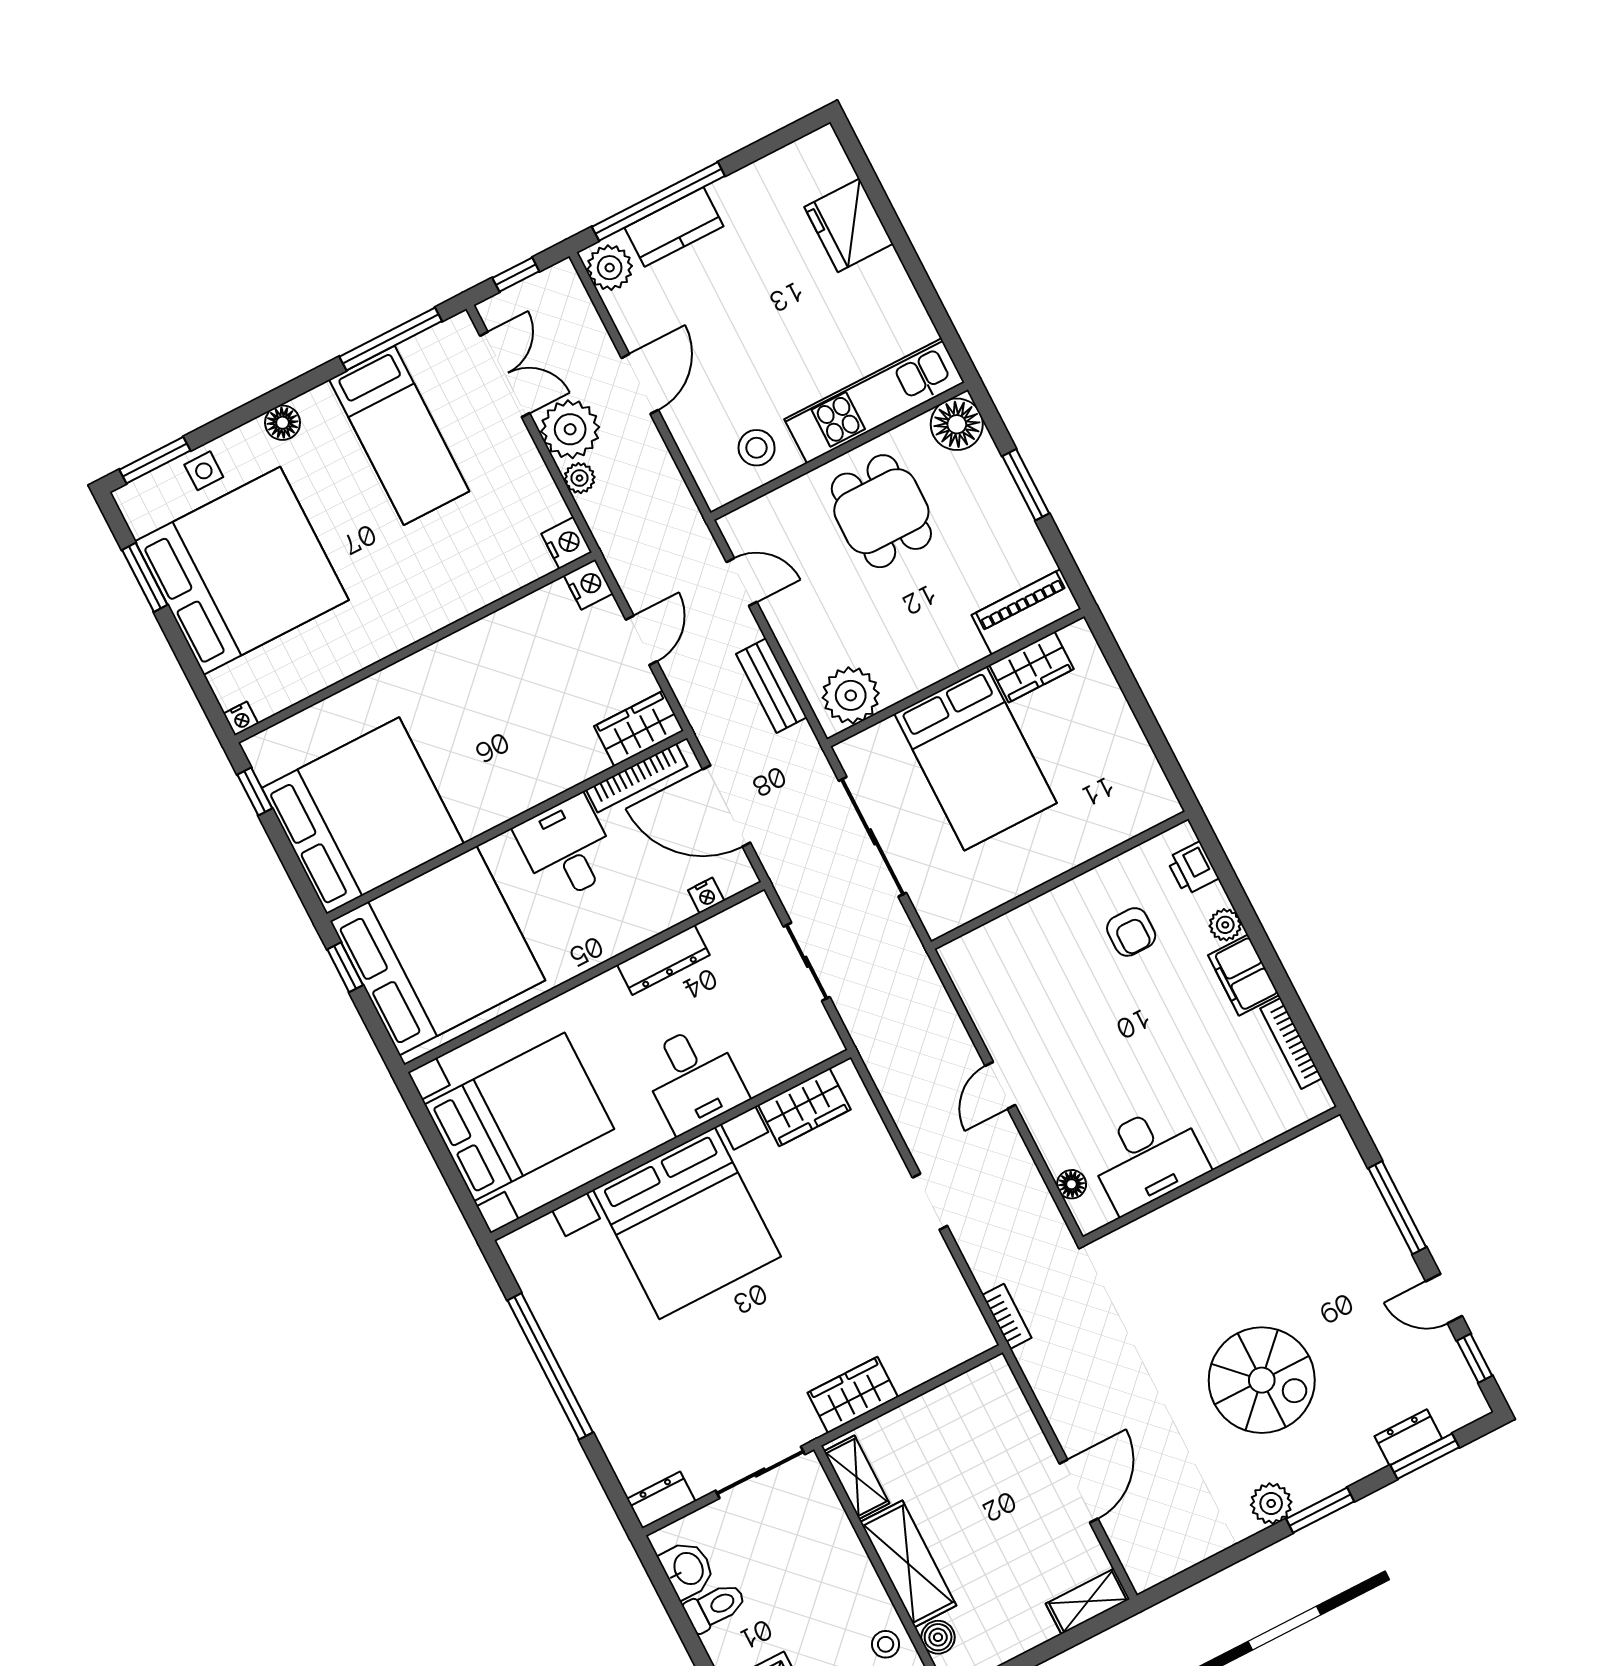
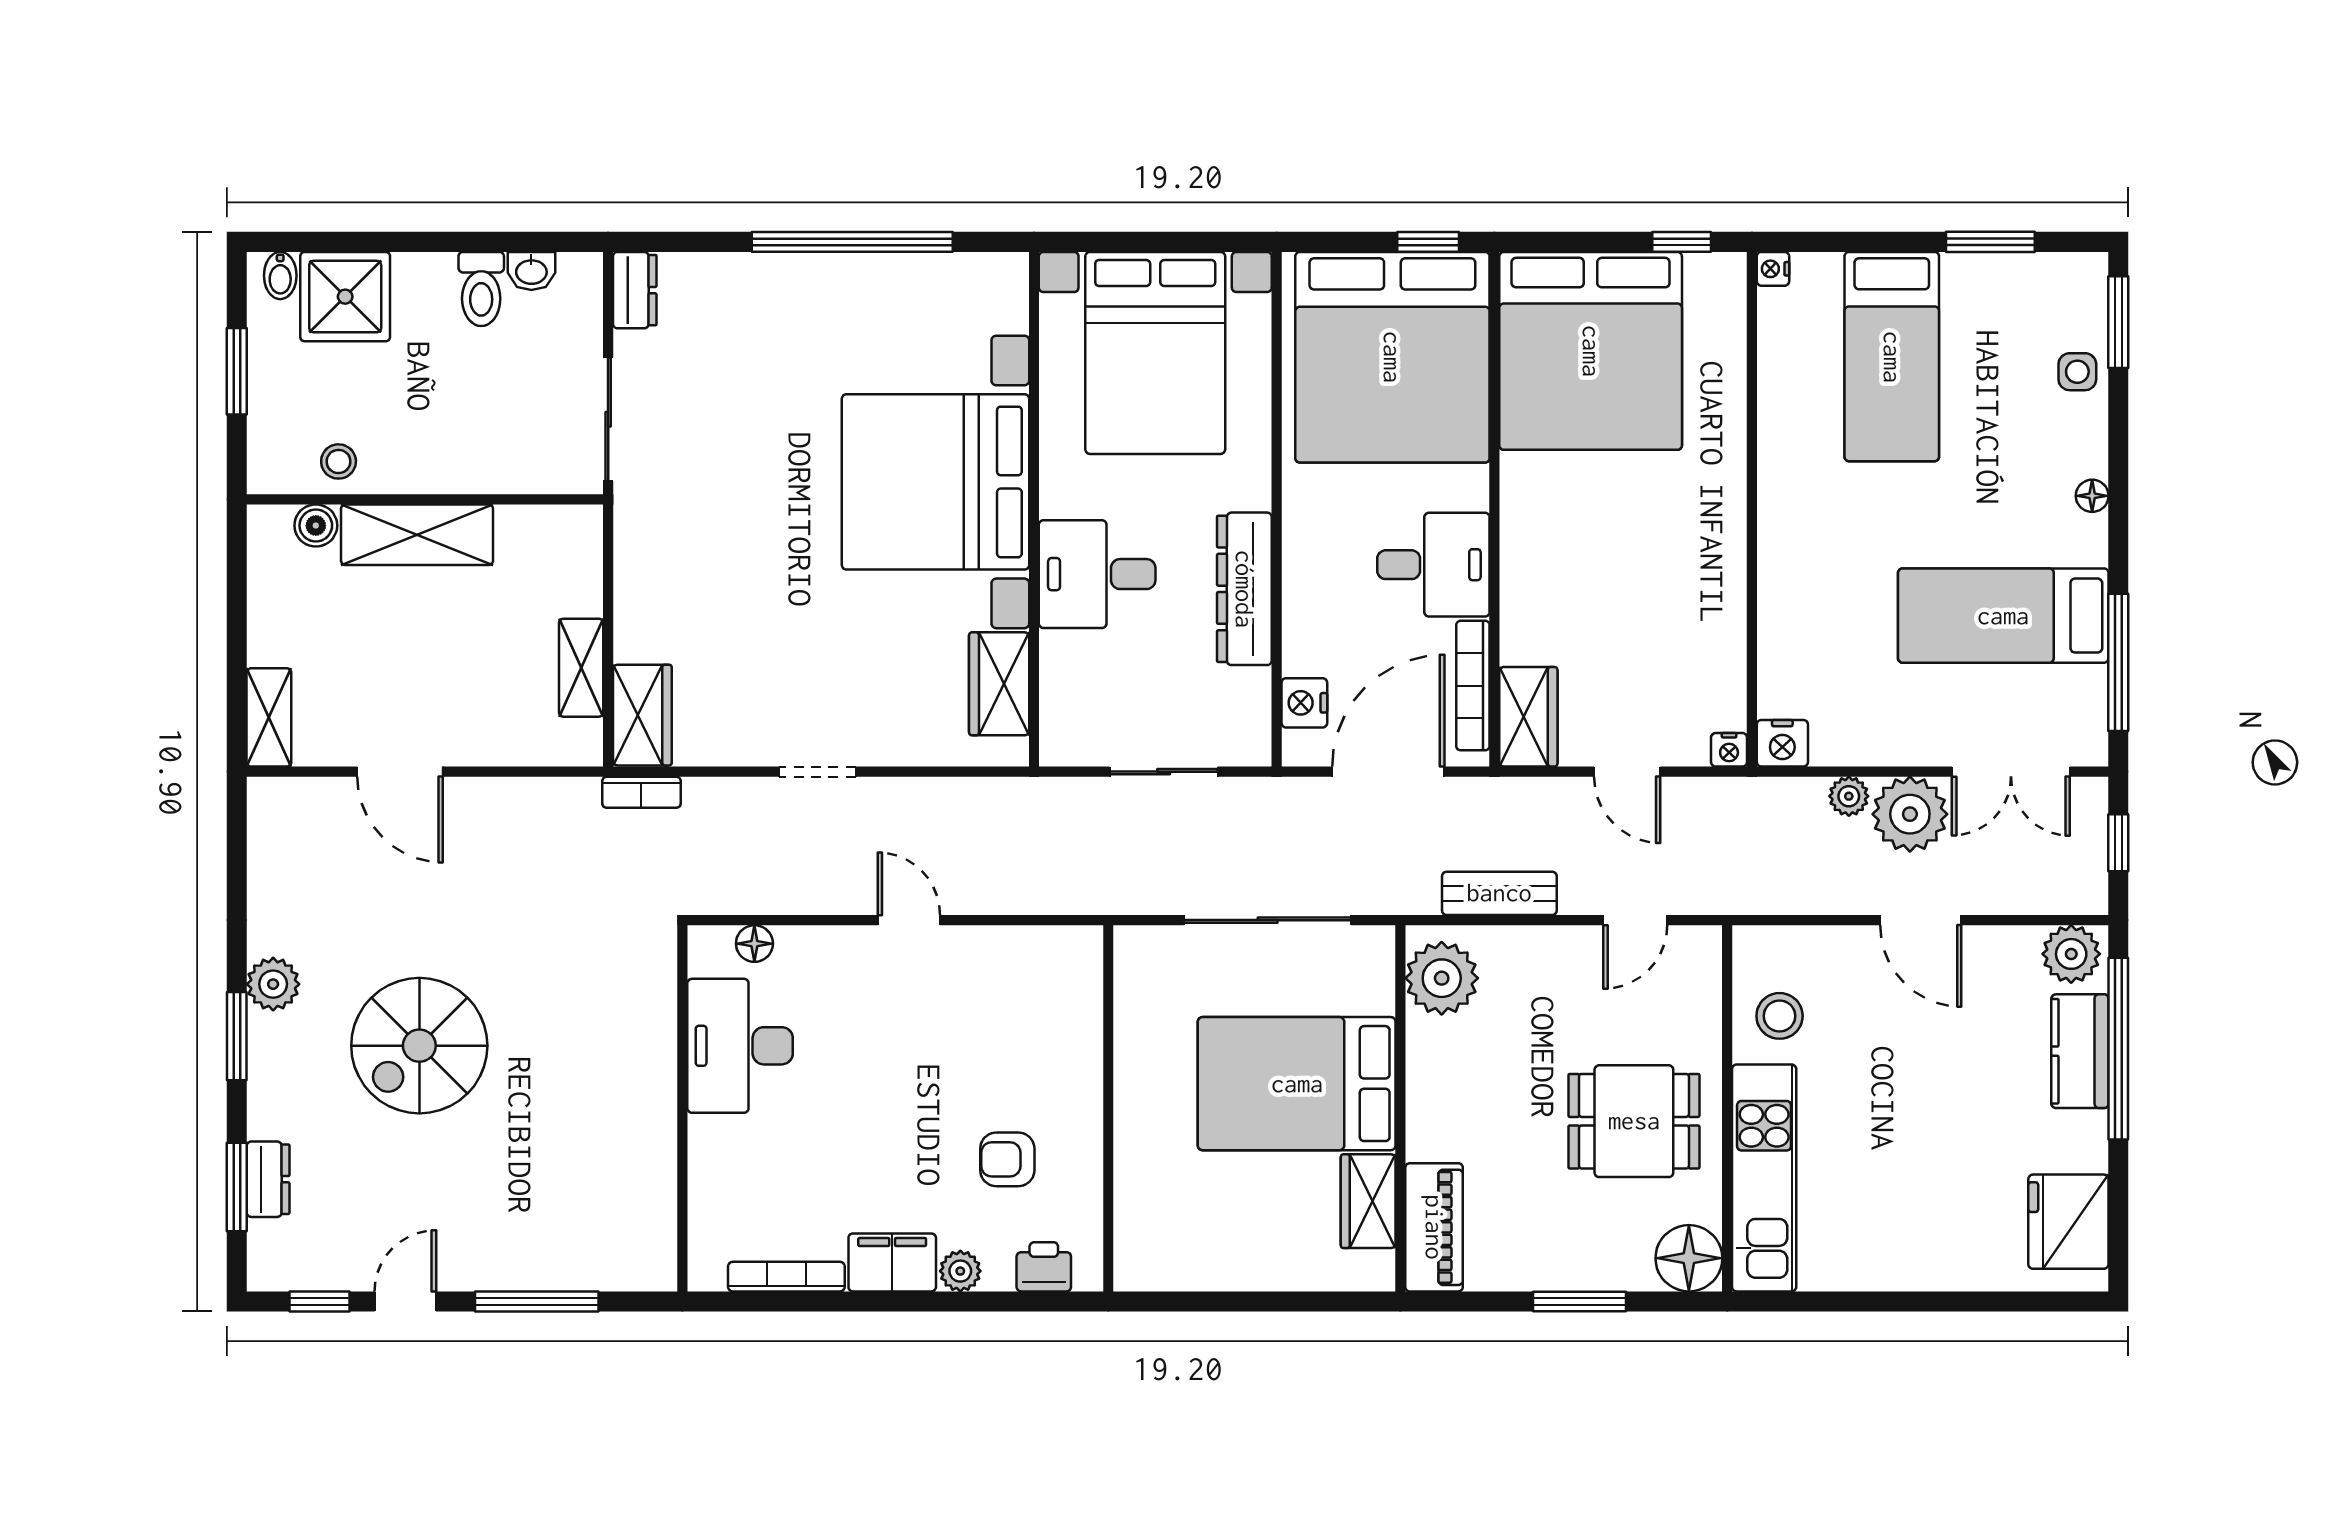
fridge: (849, 225) -> (2068, 1222), moved, turned -90
floor lamp: (283, 423) -> (2092, 496), width x0.73, depth x0.73
bed: (242, 571) -> (1892, 357), width x0.49
nightstand: (588, 585) -> (1729, 750), width x0.72, depth x0.74
nightstand: (706, 895) -> (1304, 703), width x1.39, depth x1.35
dresser: (663, 960) -> (1244, 589), width x1.37, depth x1.24
wardrobe: (853, 1395) -> (642, 715), moved
shelving: (857, 1477) -> (581, 668), moved, turned 90
washbasin: (687, 1569) -> (531, 271), width x0.72, depth x0.69

